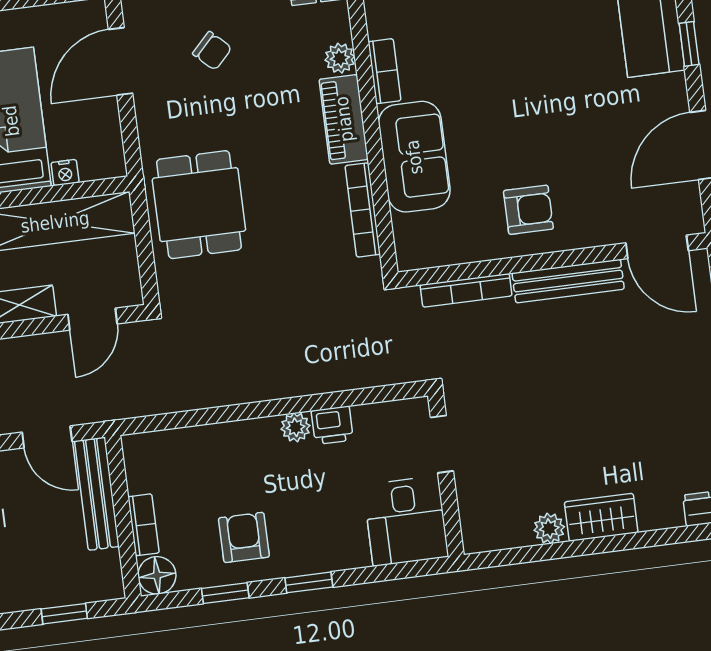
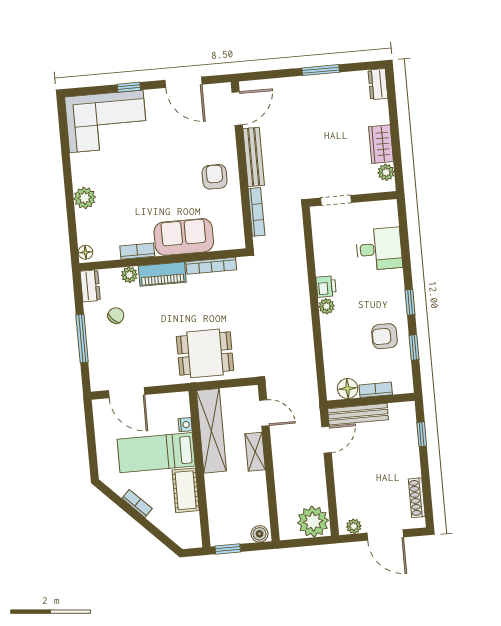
chair: (212, 51) -> (116, 316), moved
doorway: (442, 444) -> (336, 200), moved
wall: (446, 475) -> (353, 199), moved
floor lamp: (157, 575) -> (348, 389), moved

